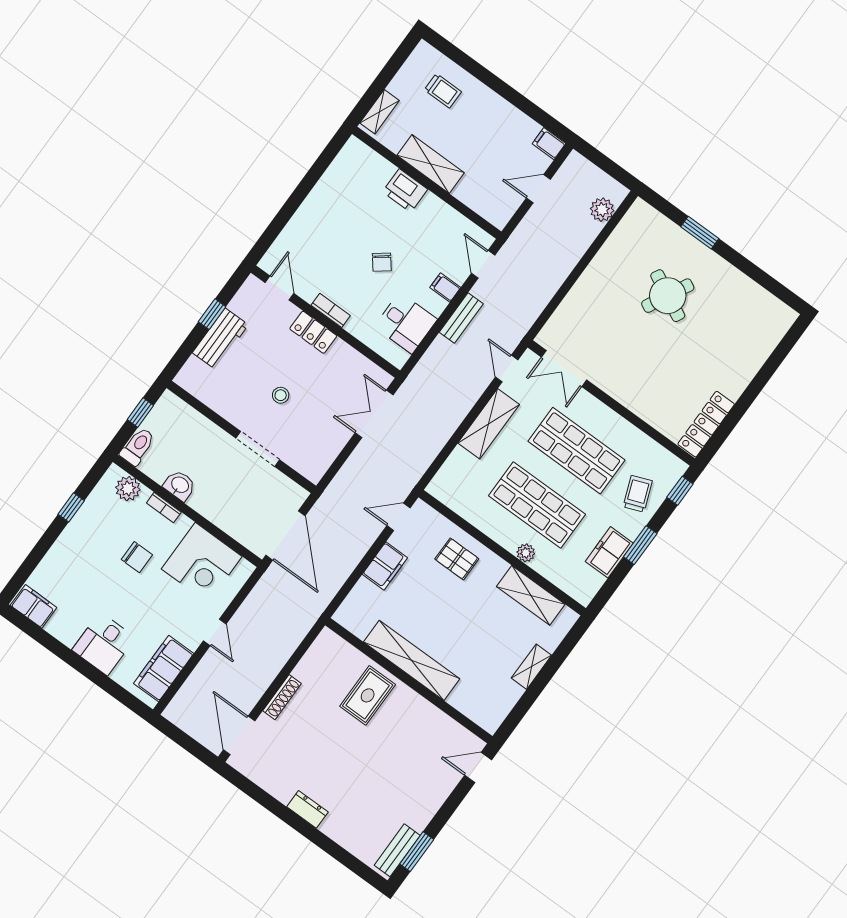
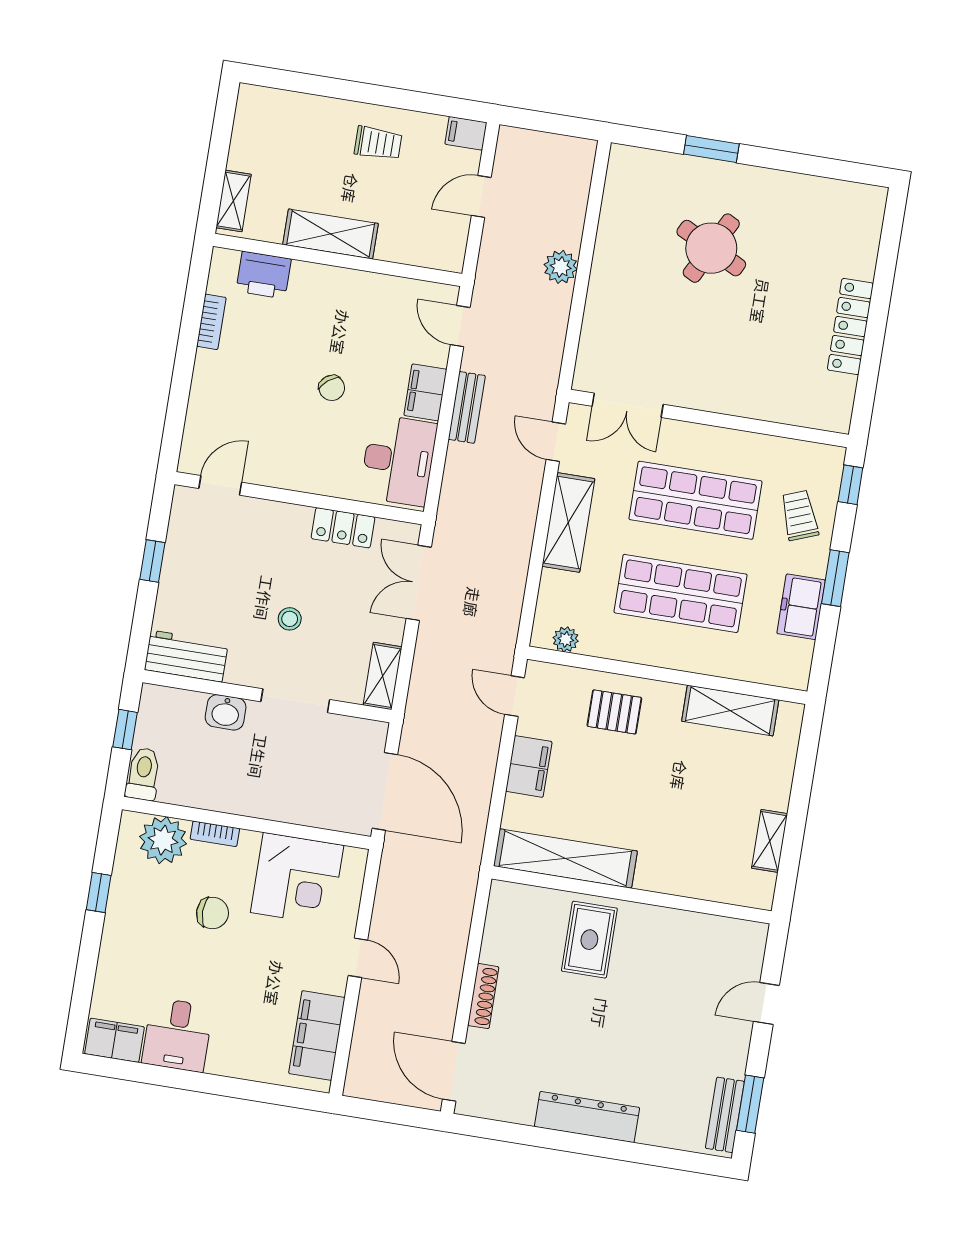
trolley: (443, 91) -> (378, 143), moved
printer: (405, 191) -> (264, 275), moved
plant: (602, 210) -> (561, 267), moved
door: (280, 288) -> (220, 485), hinge flipped
filing cabinet: (445, 288) -> (425, 392), width x2.00
bookcase: (331, 310) -> (211, 322), moved, turned 90
desk: (406, 323) -> (398, 460), width x1.37
locker: (313, 332) -> (343, 528), moved
workbench: (220, 339) -> (186, 656), moved, turned -90
locker: (706, 424) -> (850, 327), moved
shelving: (321, 461) -> (383, 676), added
washbasin: (180, 485) -> (226, 712), moved, turned 180
plant: (128, 489) -> (163, 840), width x1.36, depth x1.36
door: (399, 517) -> (515, 696), hinge flipped
plant: (526, 553) -> (566, 639), moved
desk: (104, 644) -> (177, 1035), moved
shelving: (412, 660) -> (565, 859), moved
shelving: (531, 667) -> (770, 841), moved
door: (478, 768) -> (766, 1003), moved
dresser: (307, 809) -> (587, 1117), width x1.96, depth x1.24

